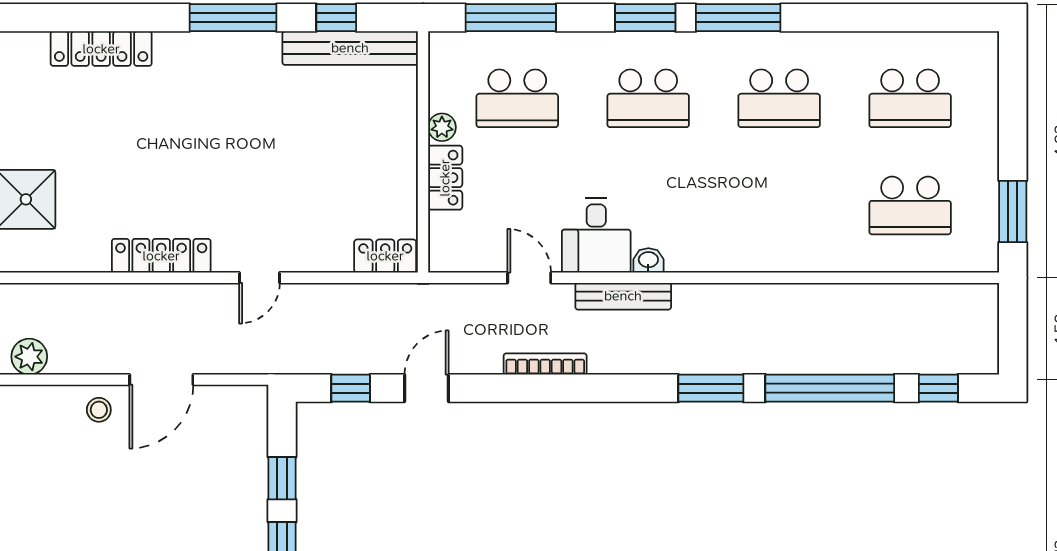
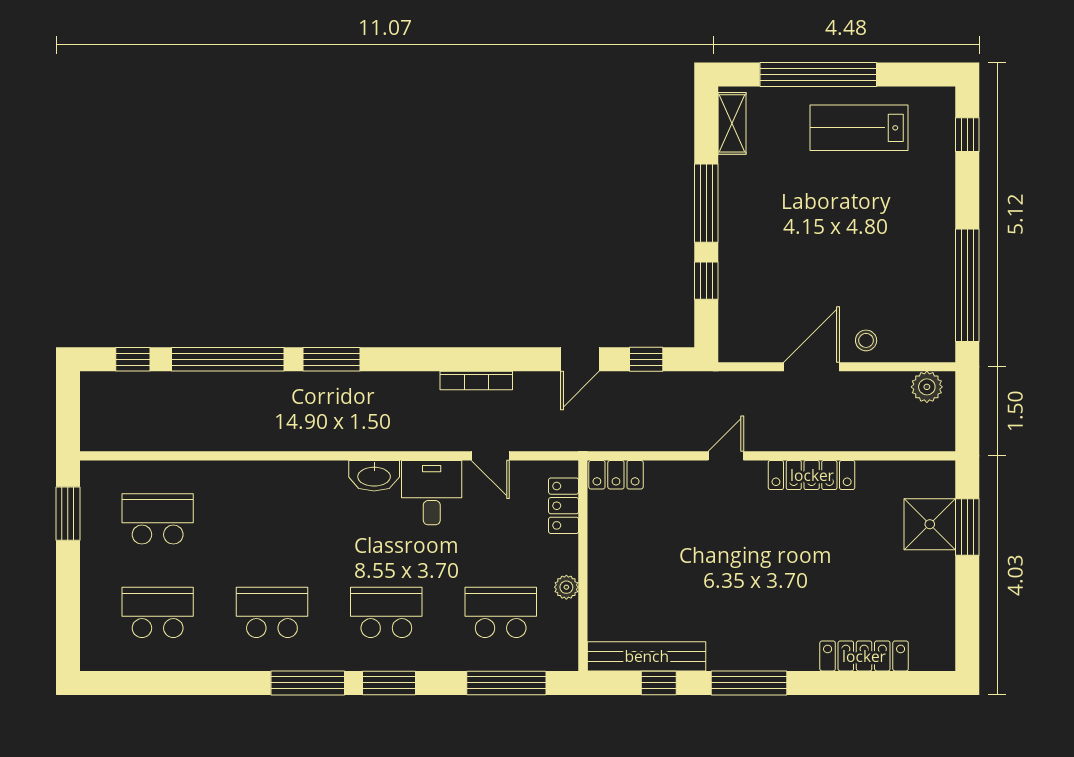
locker: (445, 178) -> (564, 506), moved
washbasin: (648, 260) -> (374, 476), width x1.91, depth x1.45
bench: (623, 296) -> (408, 440), removed

